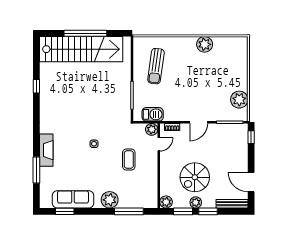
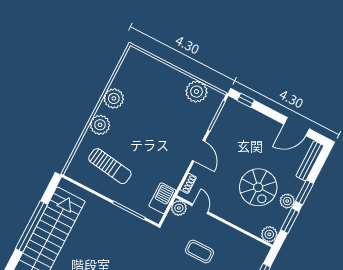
plant: (181, 44) -> (100, 125), added

